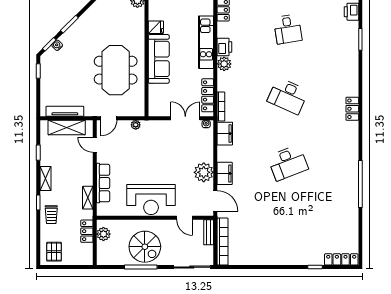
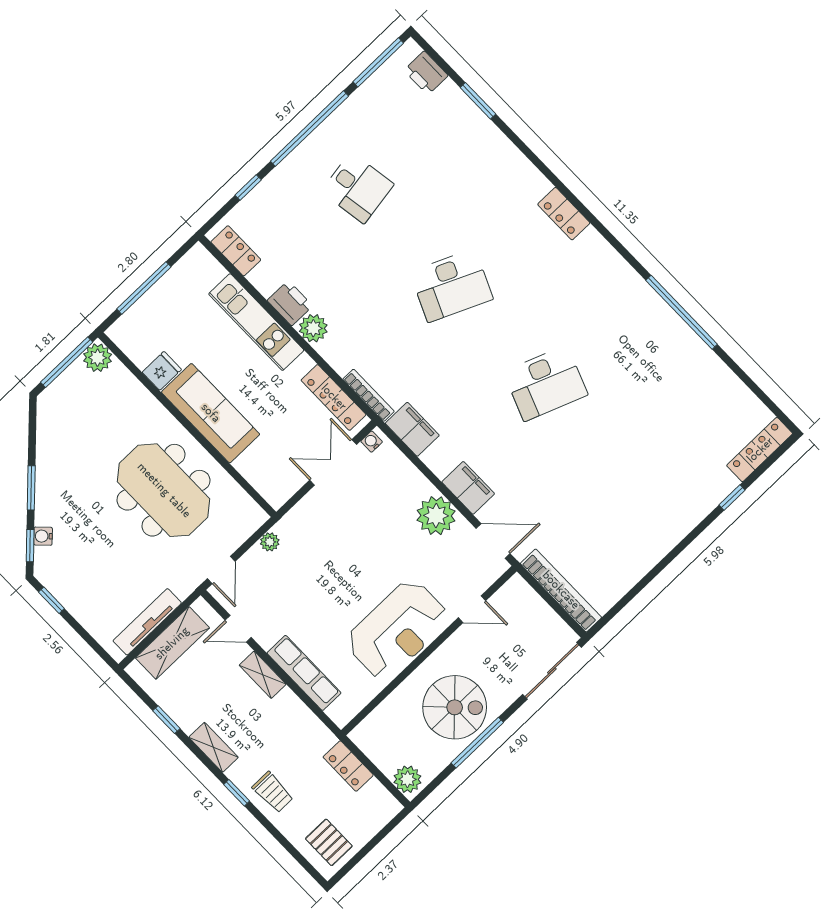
desk: (288, 163) -> (546, 383), turned 42
shelving: (88, 198) -> (263, 675), moved
bench: (209, 232) -> (528, 596), removed
plant: (103, 234) -> (407, 779), moved

